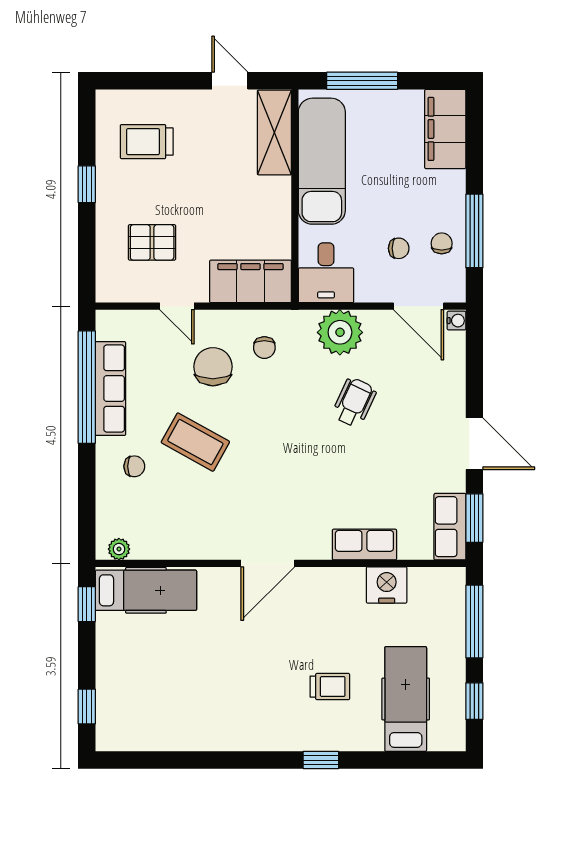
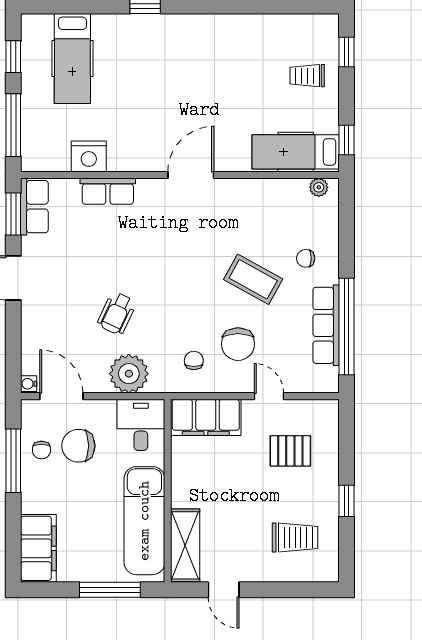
chair: (399, 248) -> (78, 446), width x1.87, depth x1.87
trolley: (330, 687) -> (307, 76), moved

